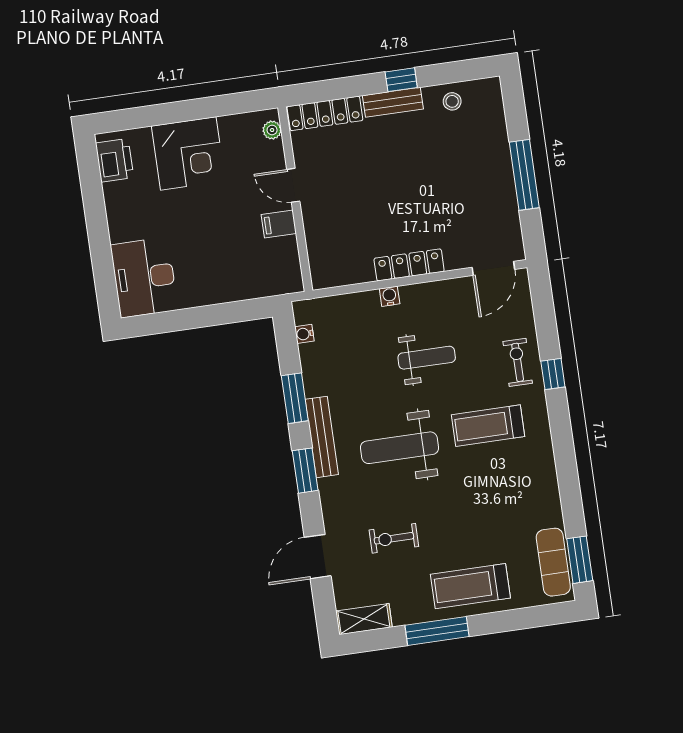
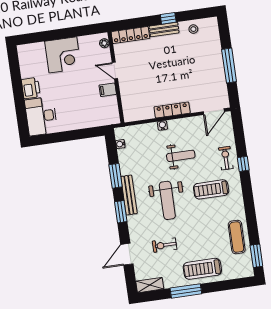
printer: (115, 160) -> (31, 88), moved
weight bench: (399, 448) -> (167, 200), turned -90
exercise mat: (553, 562) -> (237, 237), moved

